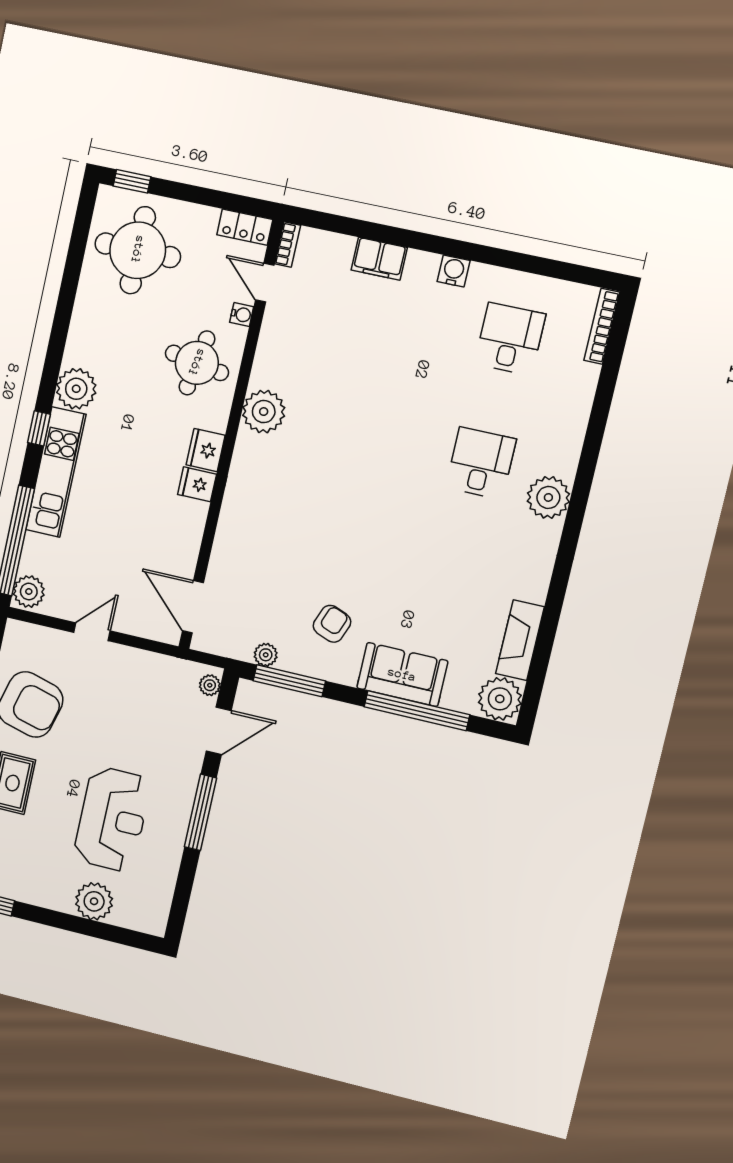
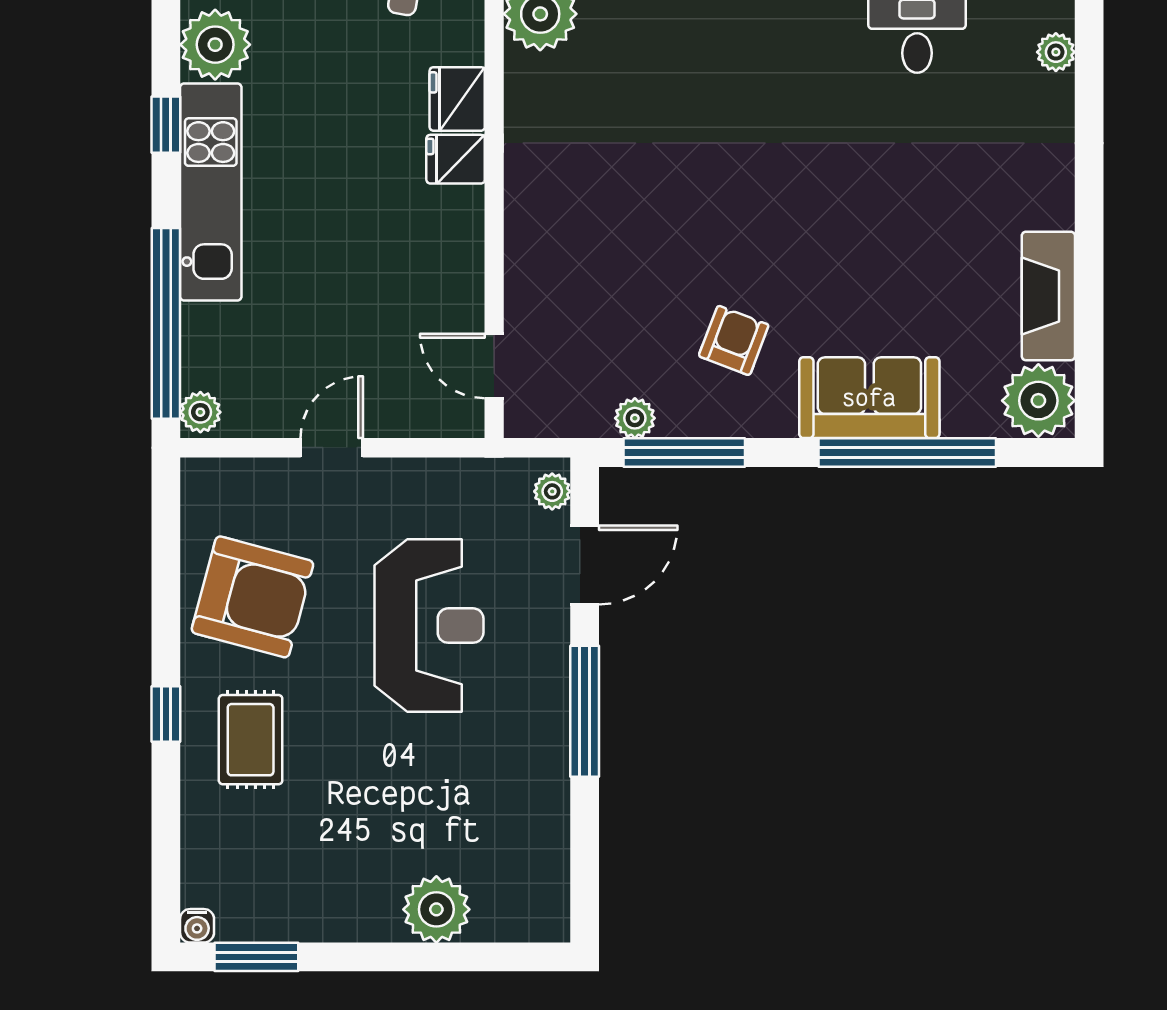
plant: (548, 497) -> (1056, 52), width x0.53, depth x0.53
plant: (29, 592) -> (200, 412), width x0.73, depth x0.73
door: (193, 607) -> (494, 366), width x0.73
reception desk: (112, 819) -> (429, 626), moved

